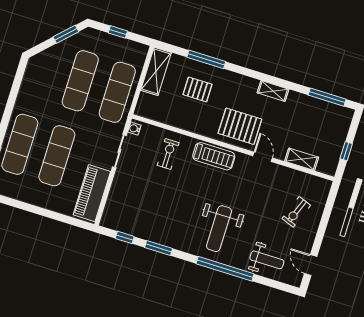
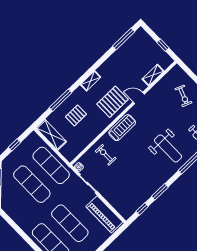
shelving: (273, 91) -> (91, 81), moved

